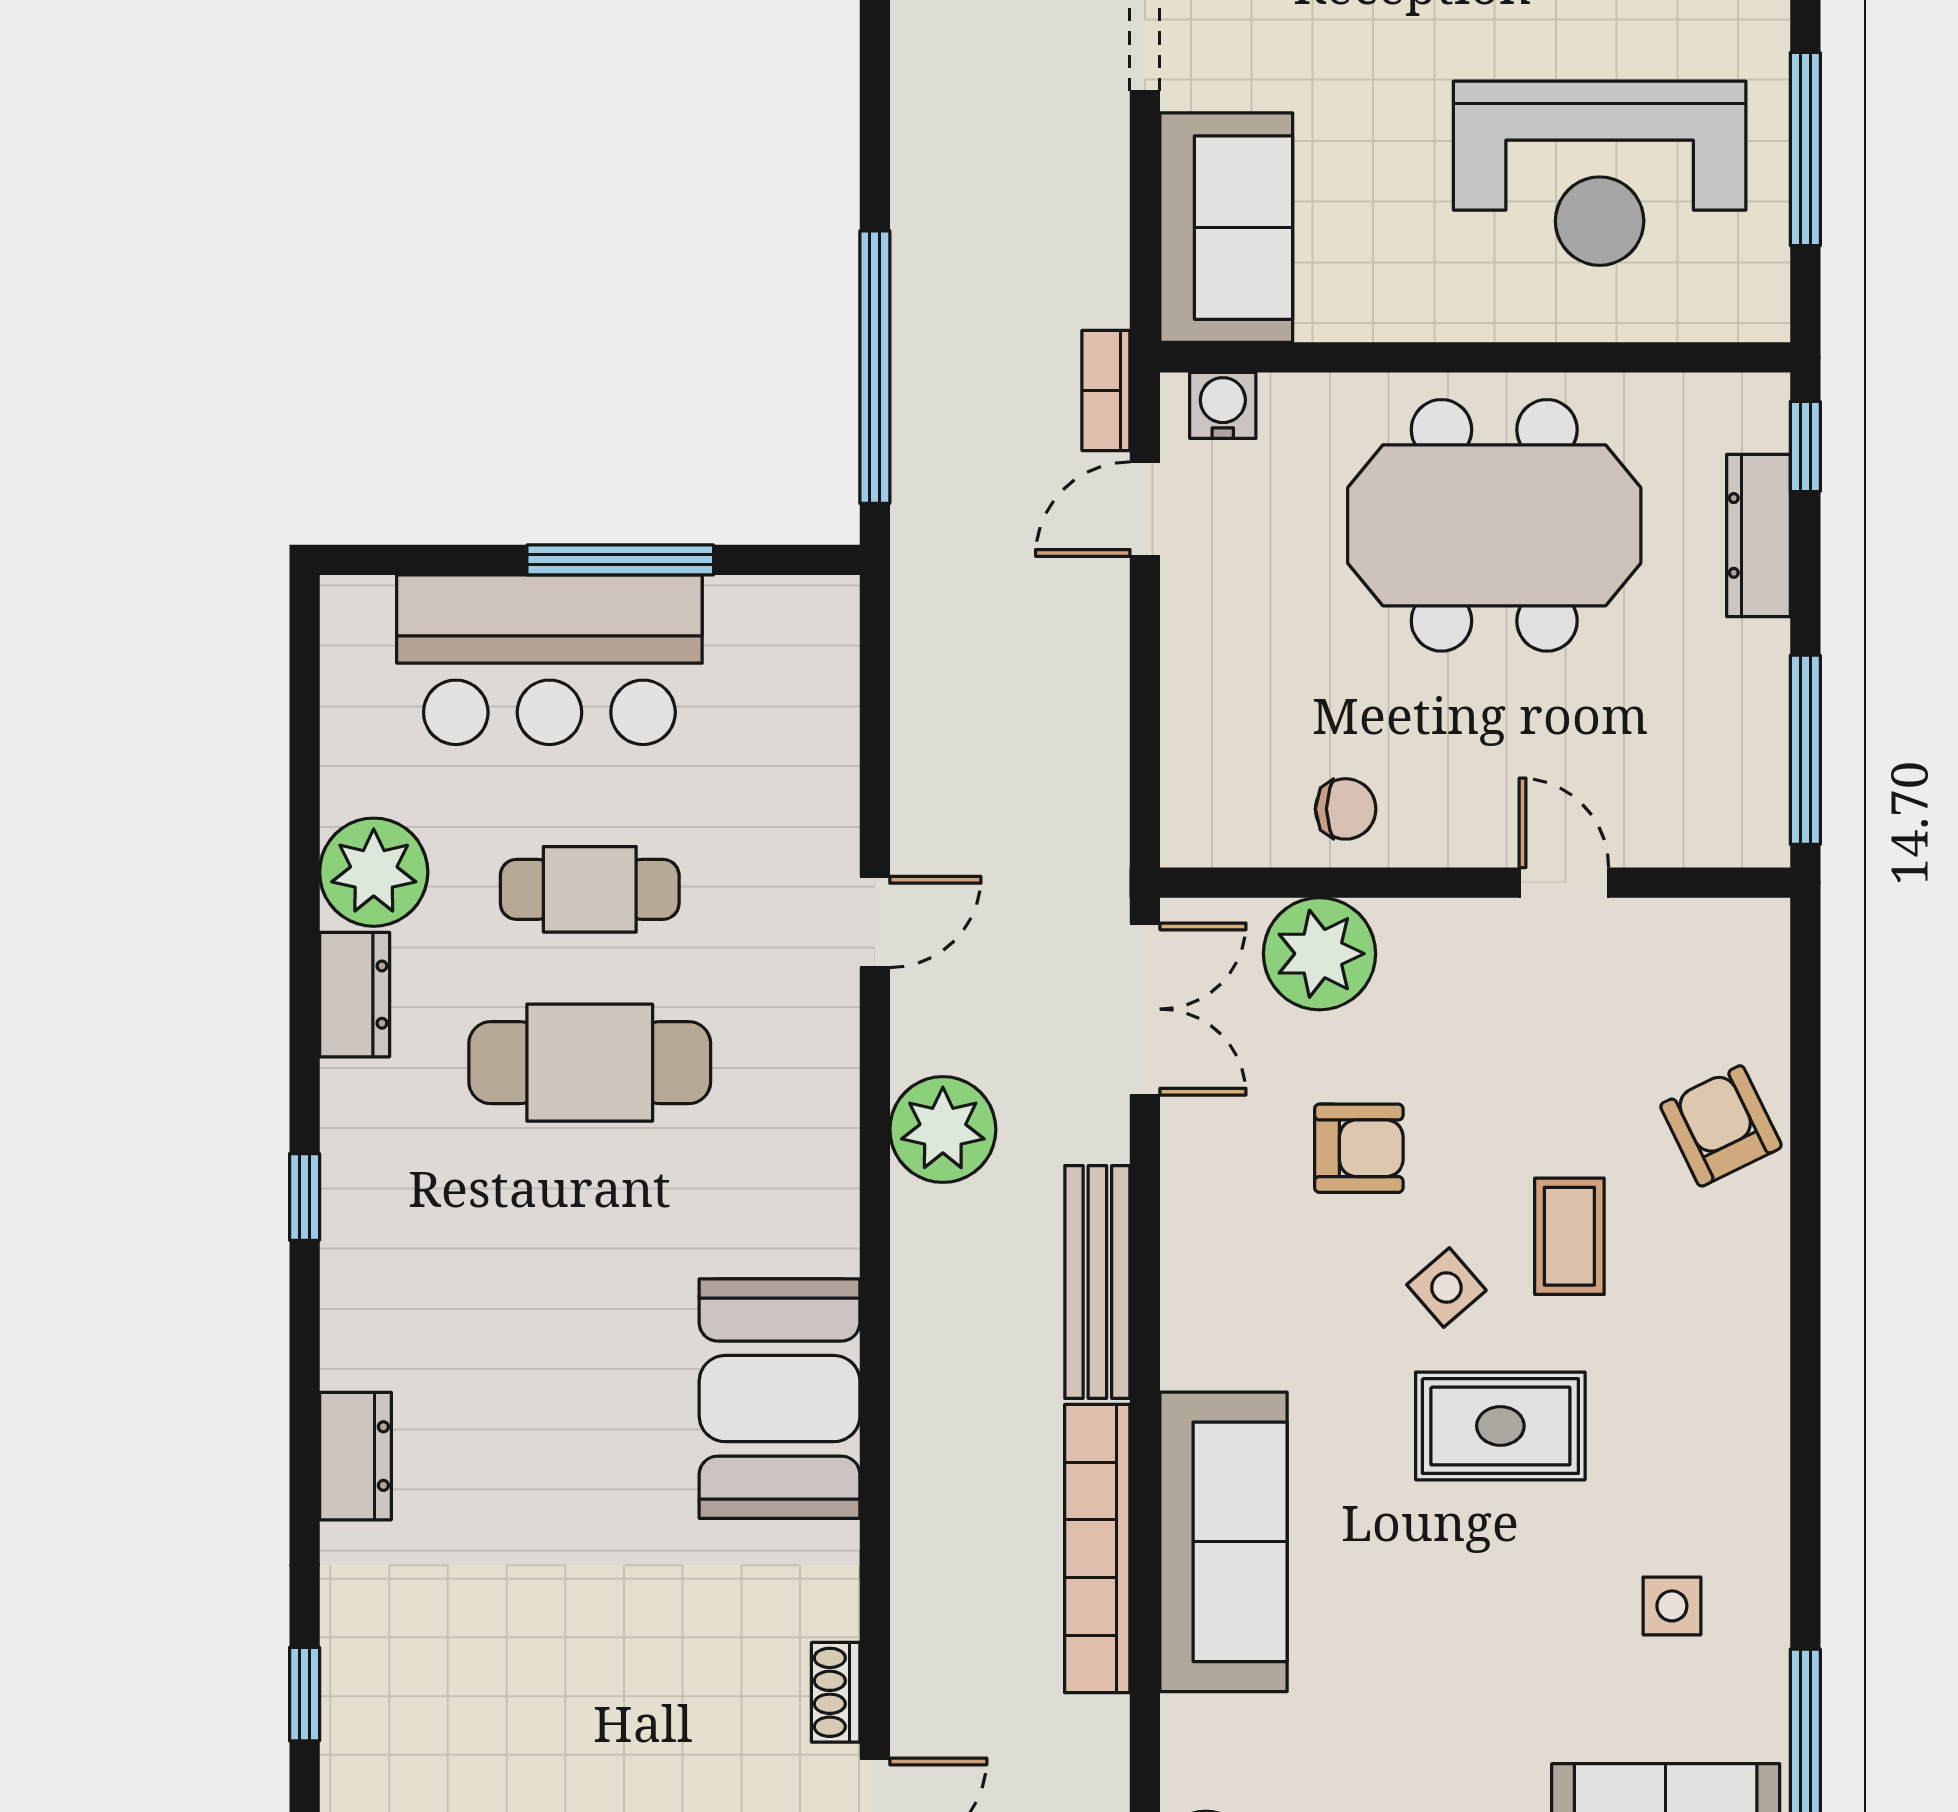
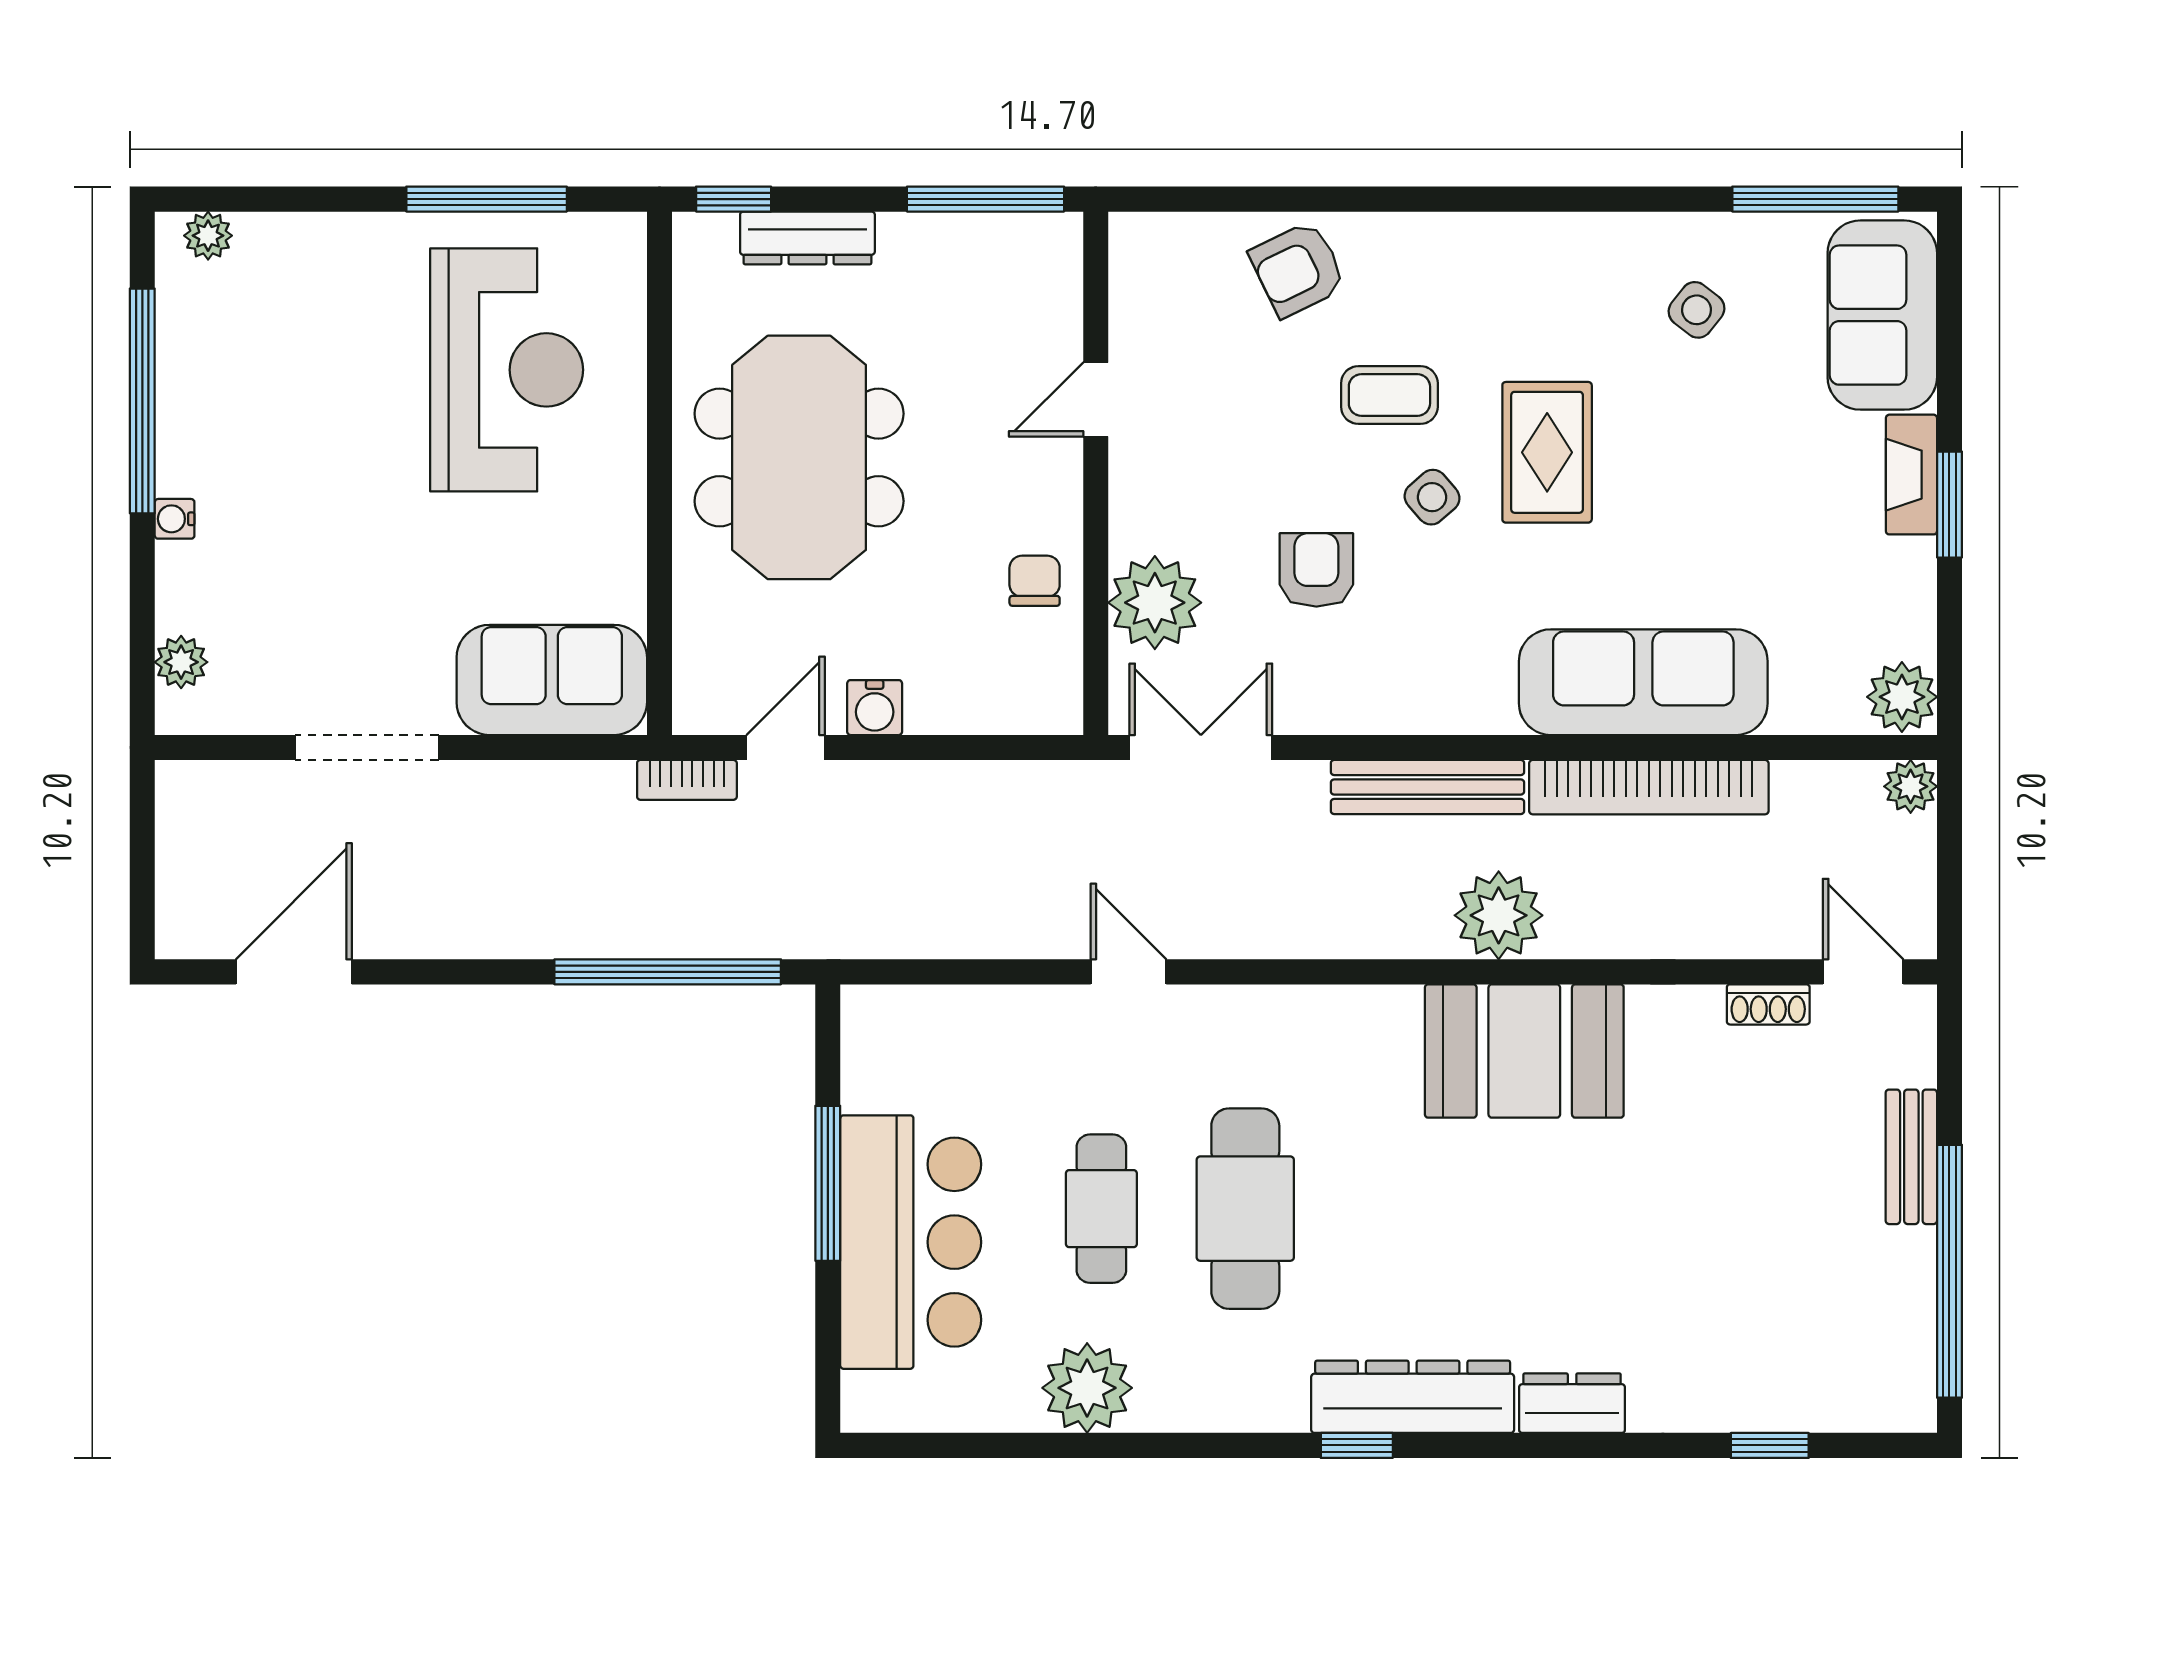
water cooler: (1223, 405) -> (875, 708), moved, turned -90
door: (1145, 509) -> (786, 747), swing flipped
dresser: (355, 995) -> (1413, 1397), moved, width x1.96, depth x1.24
plant: (943, 1129) -> (1499, 915), moved
side table: (1672, 1606) -> (1697, 310), turned 38

